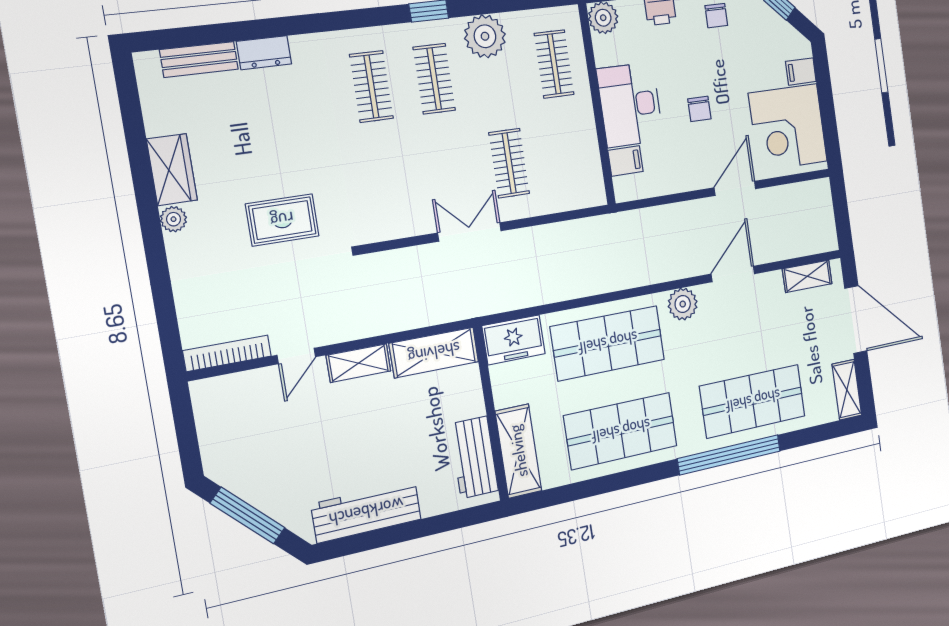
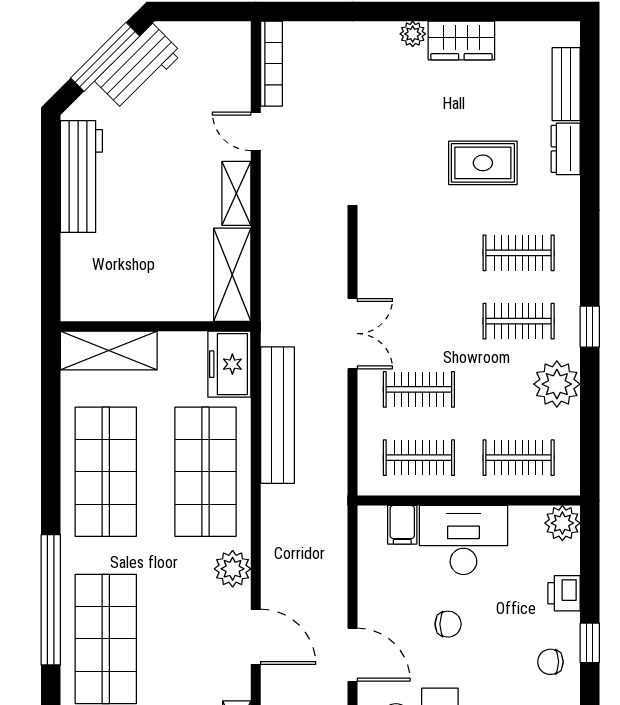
chair: (699, 109) -> (448, 624), turned 180
clothes rail: (568, 154) -> (419, 458), added
rug: (282, 220) -> (483, 163), moved, turned 90
bench: (551, 288) -> (277, 415), added
workbench: (474, 457) -> (138, 67), moved, turned 135

